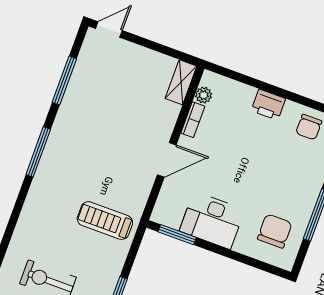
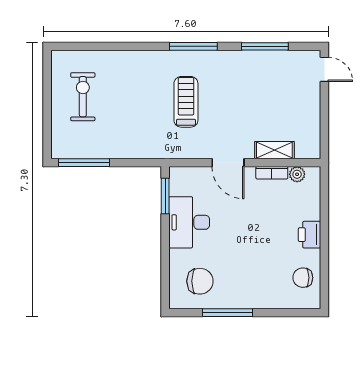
shelving: (181, 82) -> (274, 150), moved
treadmill: (105, 221) -> (186, 102), moved

